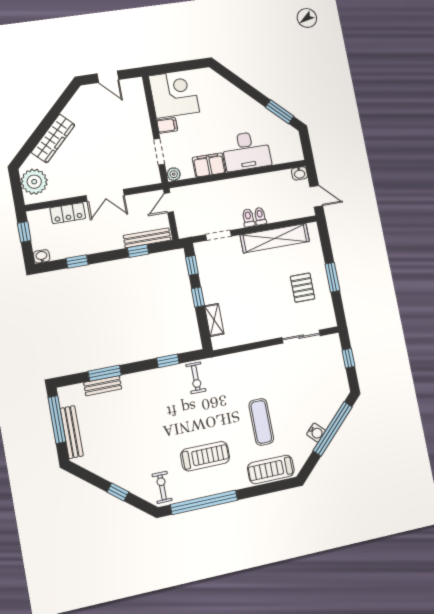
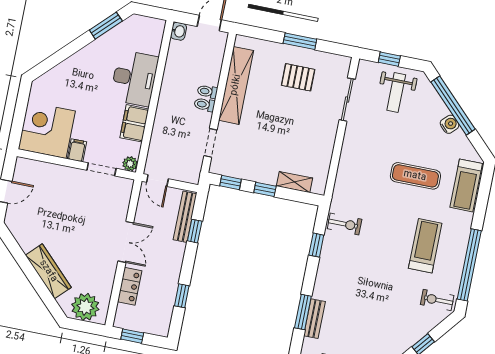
washbasin: (42, 256) -> (163, 328), removed
weight bench: (324, 376) -> (396, 93), added

